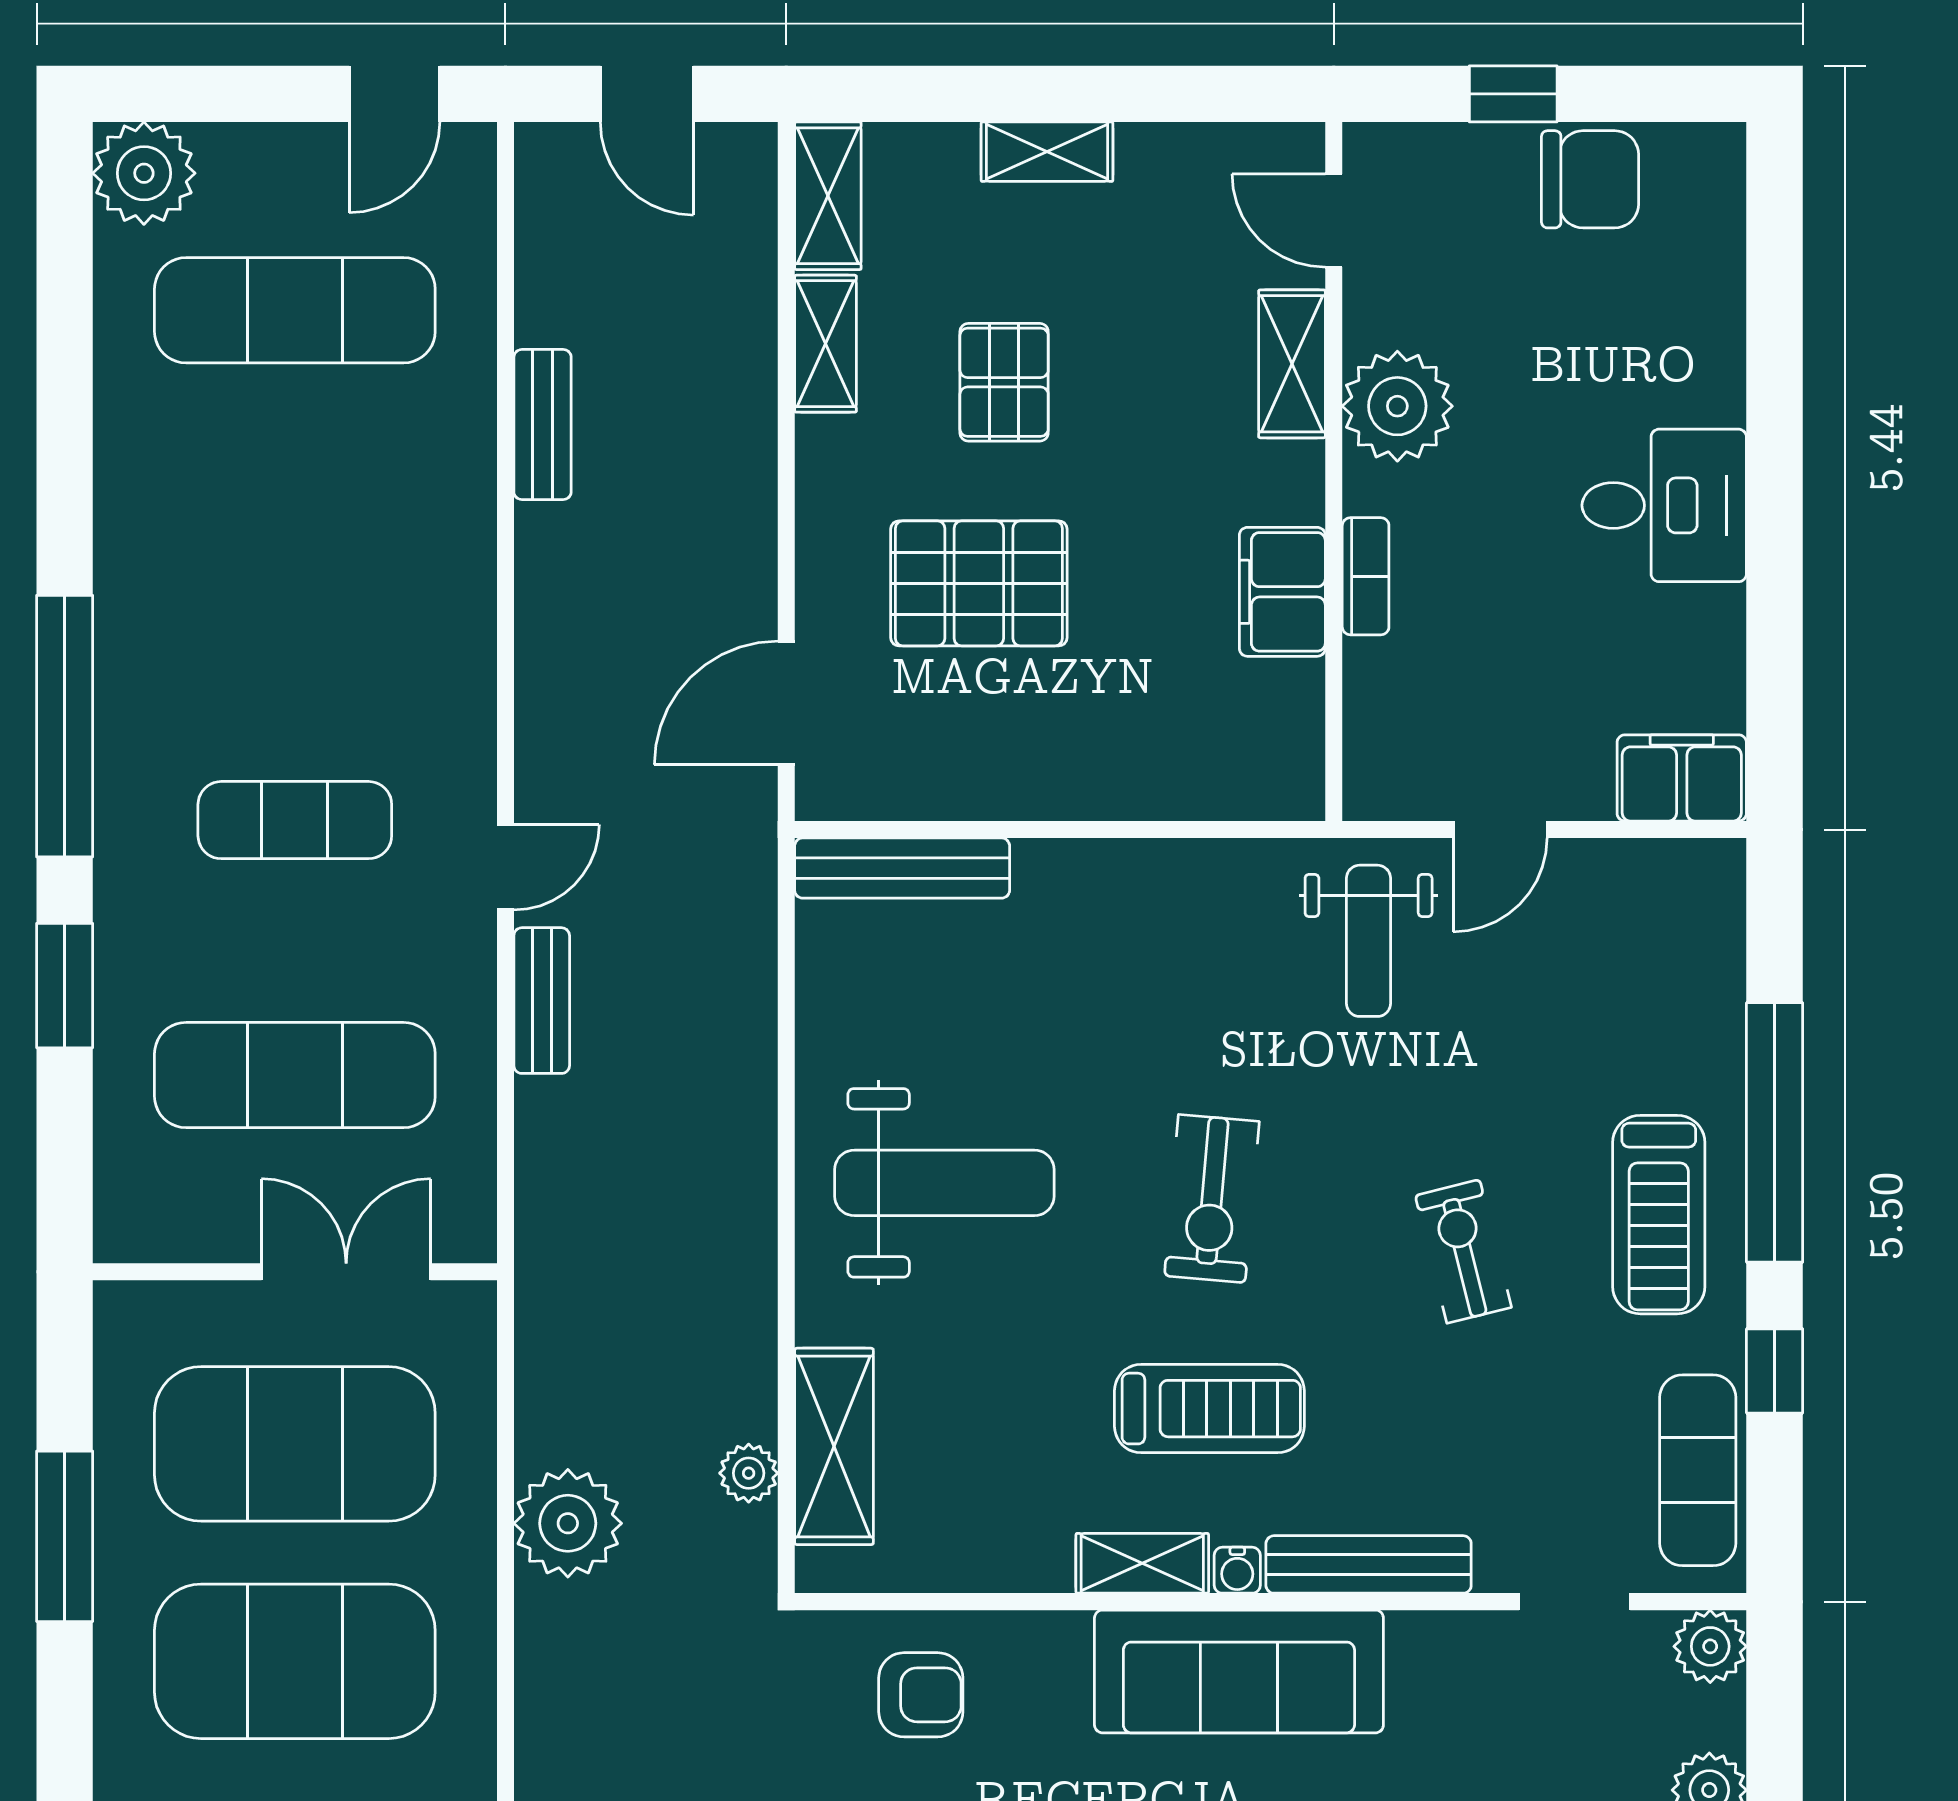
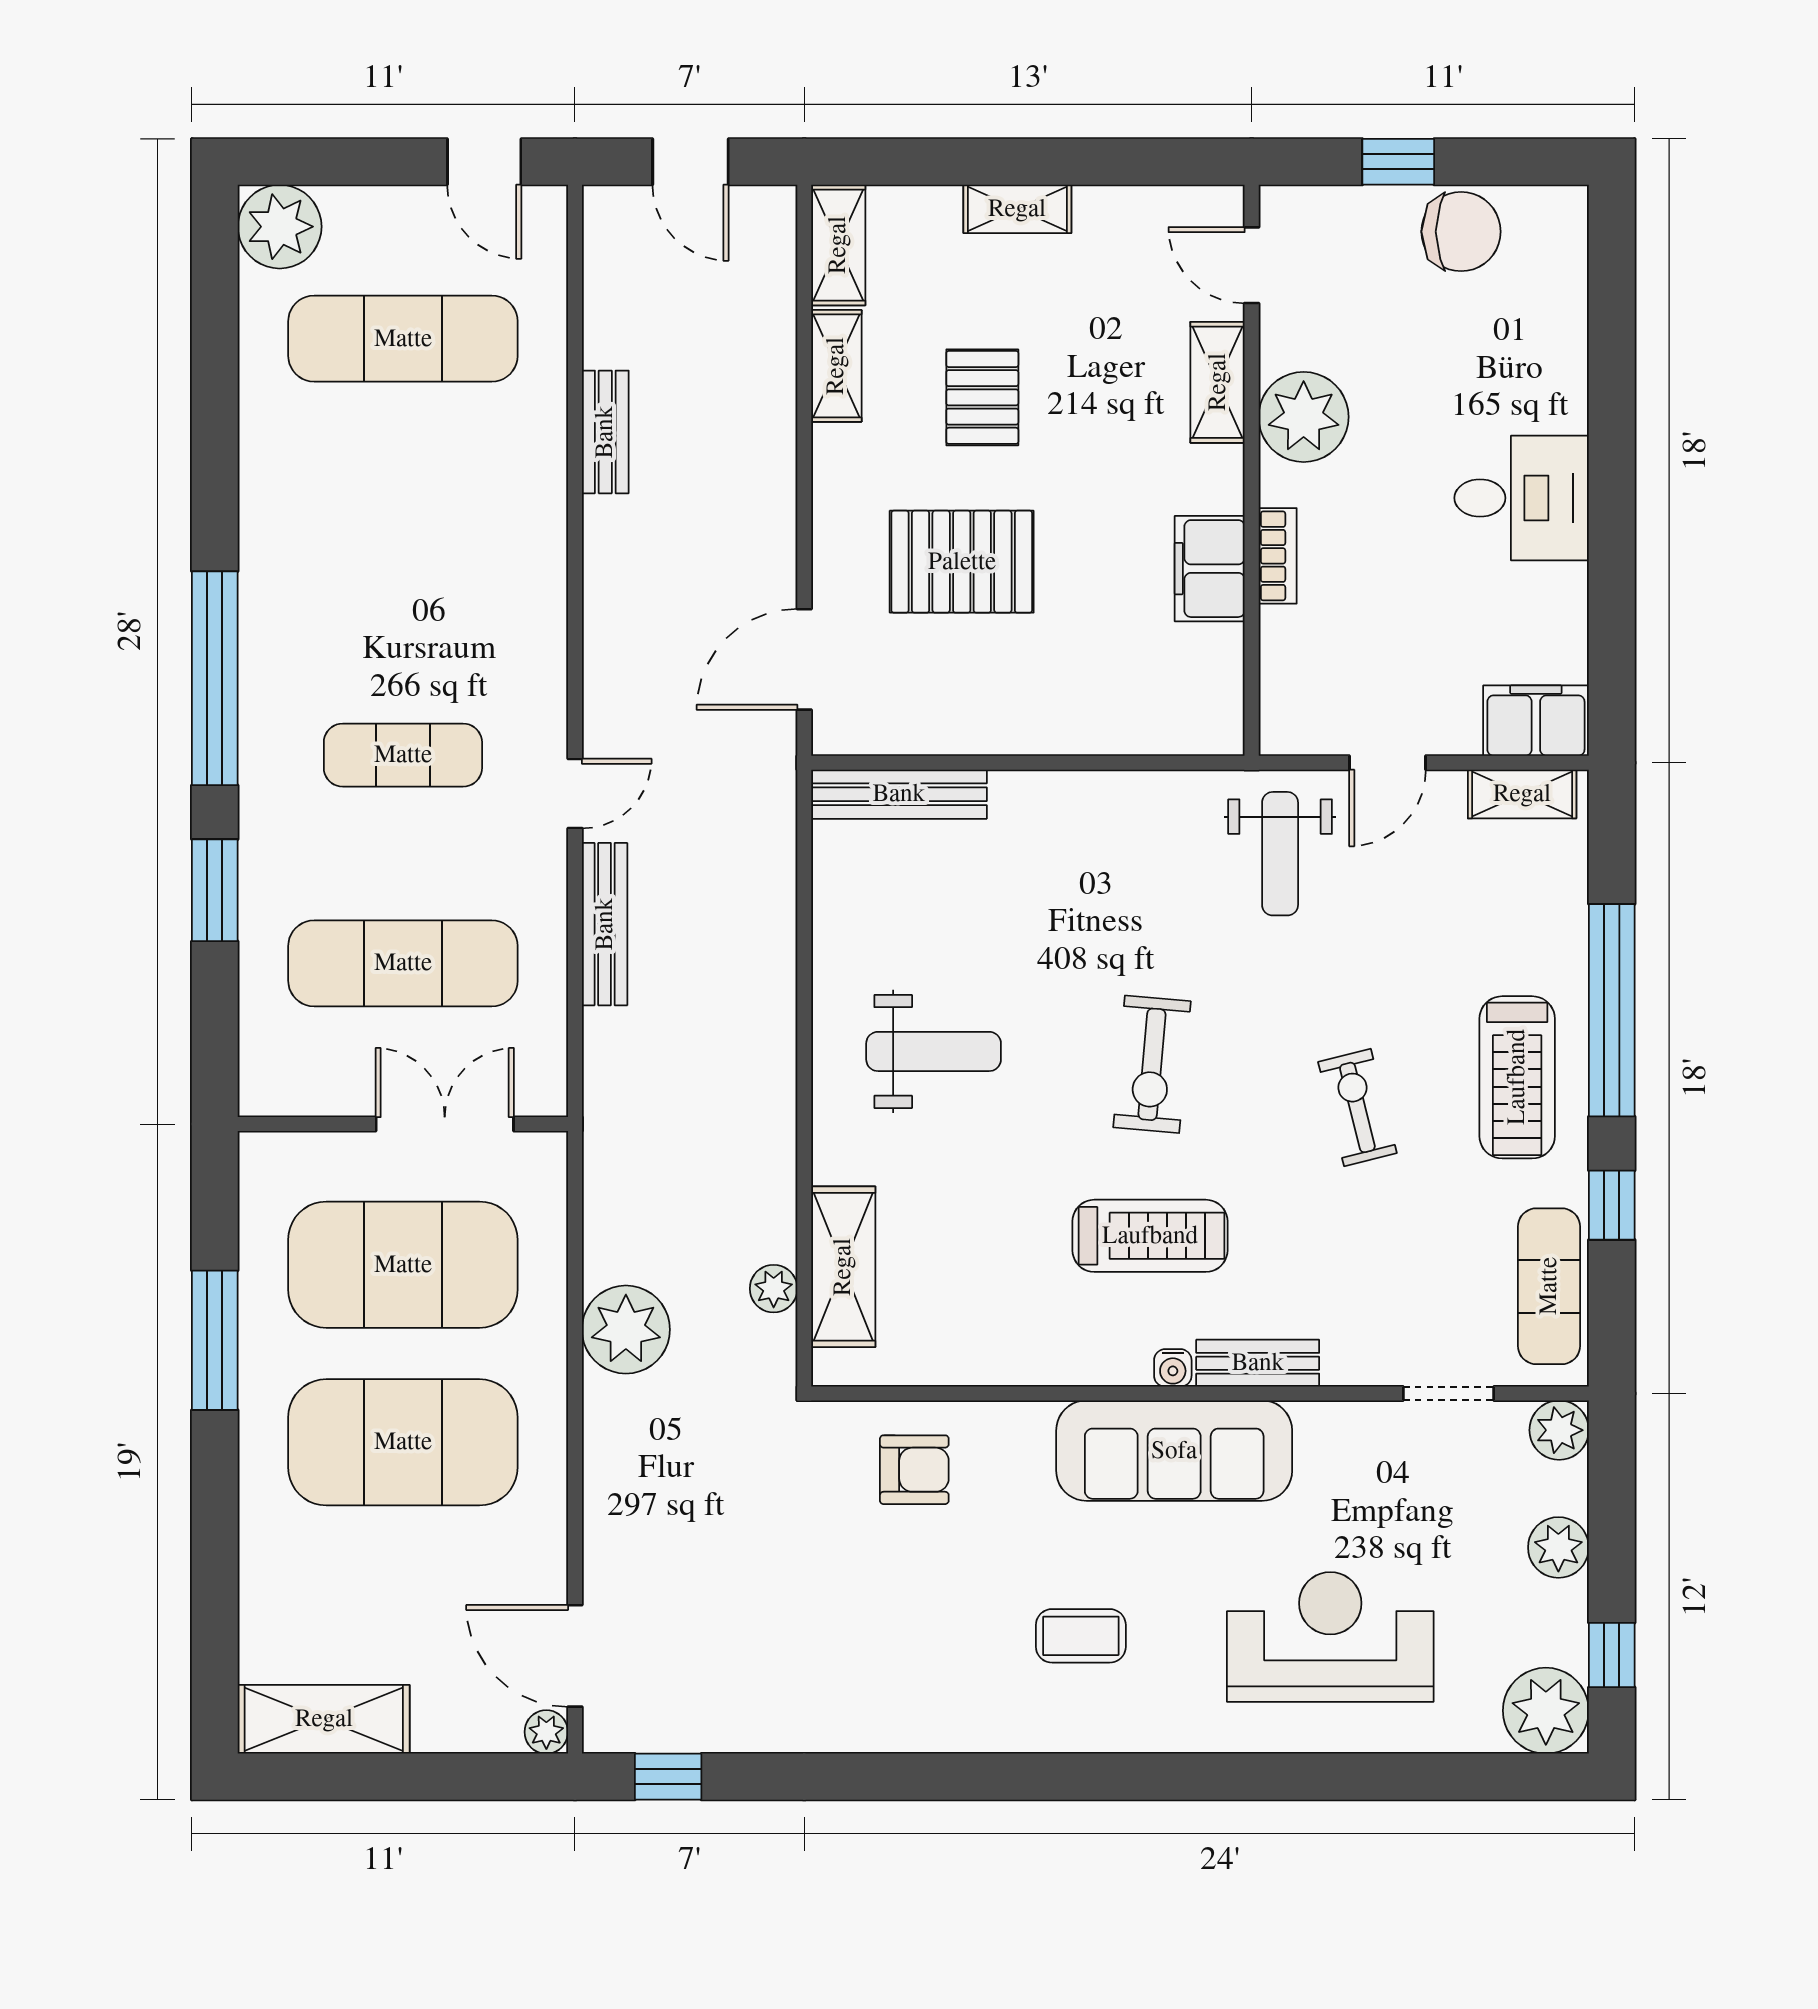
door: (394, 94) -> (484, 162), hinge flipped
bench: (542, 1001) -> (605, 924), width x1.36
weight bench: (944, 1183) -> (934, 1051), width x0.73, depth x0.75
shelving: (1142, 1563) -> (1522, 794), moved
bench: (1369, 1564) -> (1258, 1363), width x0.73

